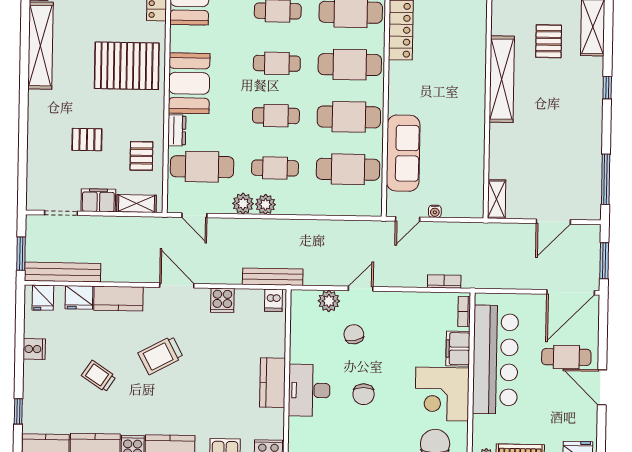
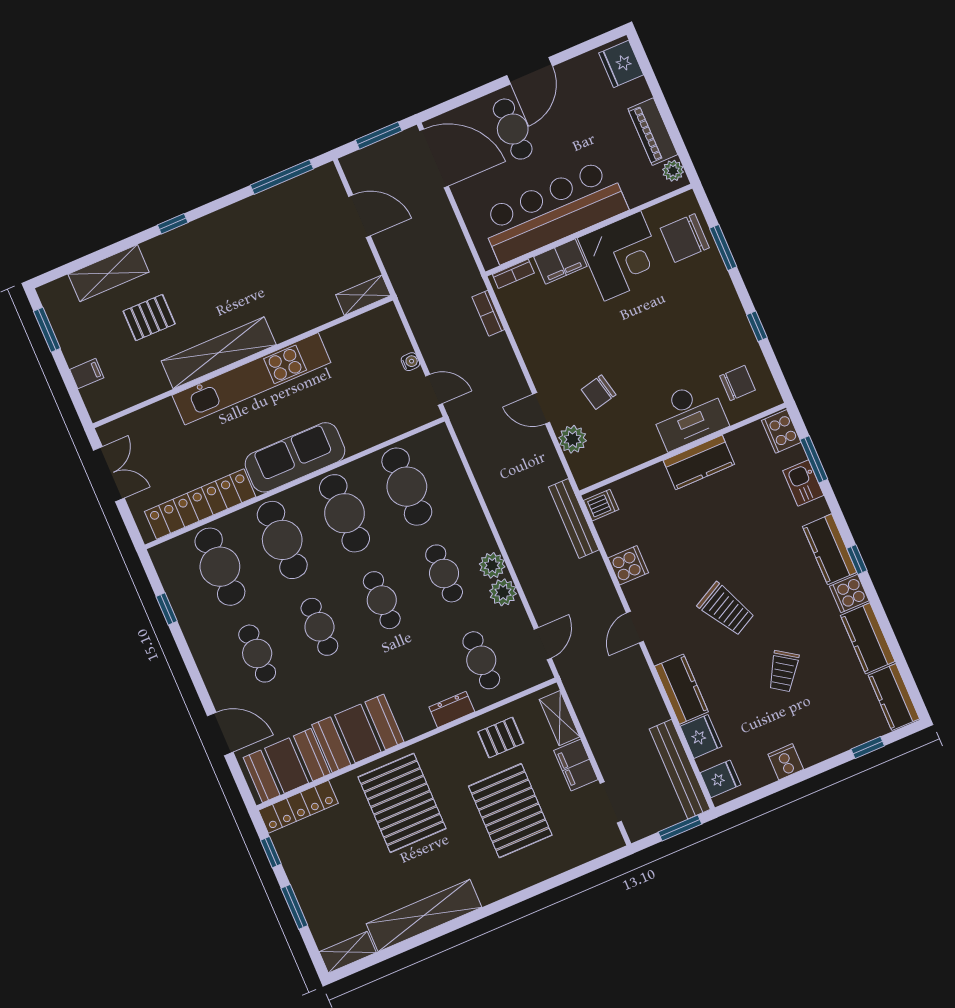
booth: (189, 83) -> (358, 733), moved
kitchen unit: (473, 94) -> (251, 379), added
pallet: (87, 140) -> (510, 811), width x2.05, depth x2.00
sofa: (403, 153) -> (295, 457), moved
cafe table: (202, 167) -> (481, 660), width x0.73, depth x0.74
door: (177, 285) -> (635, 627), width x0.73
chair: (364, 394) -> (738, 383), moved

